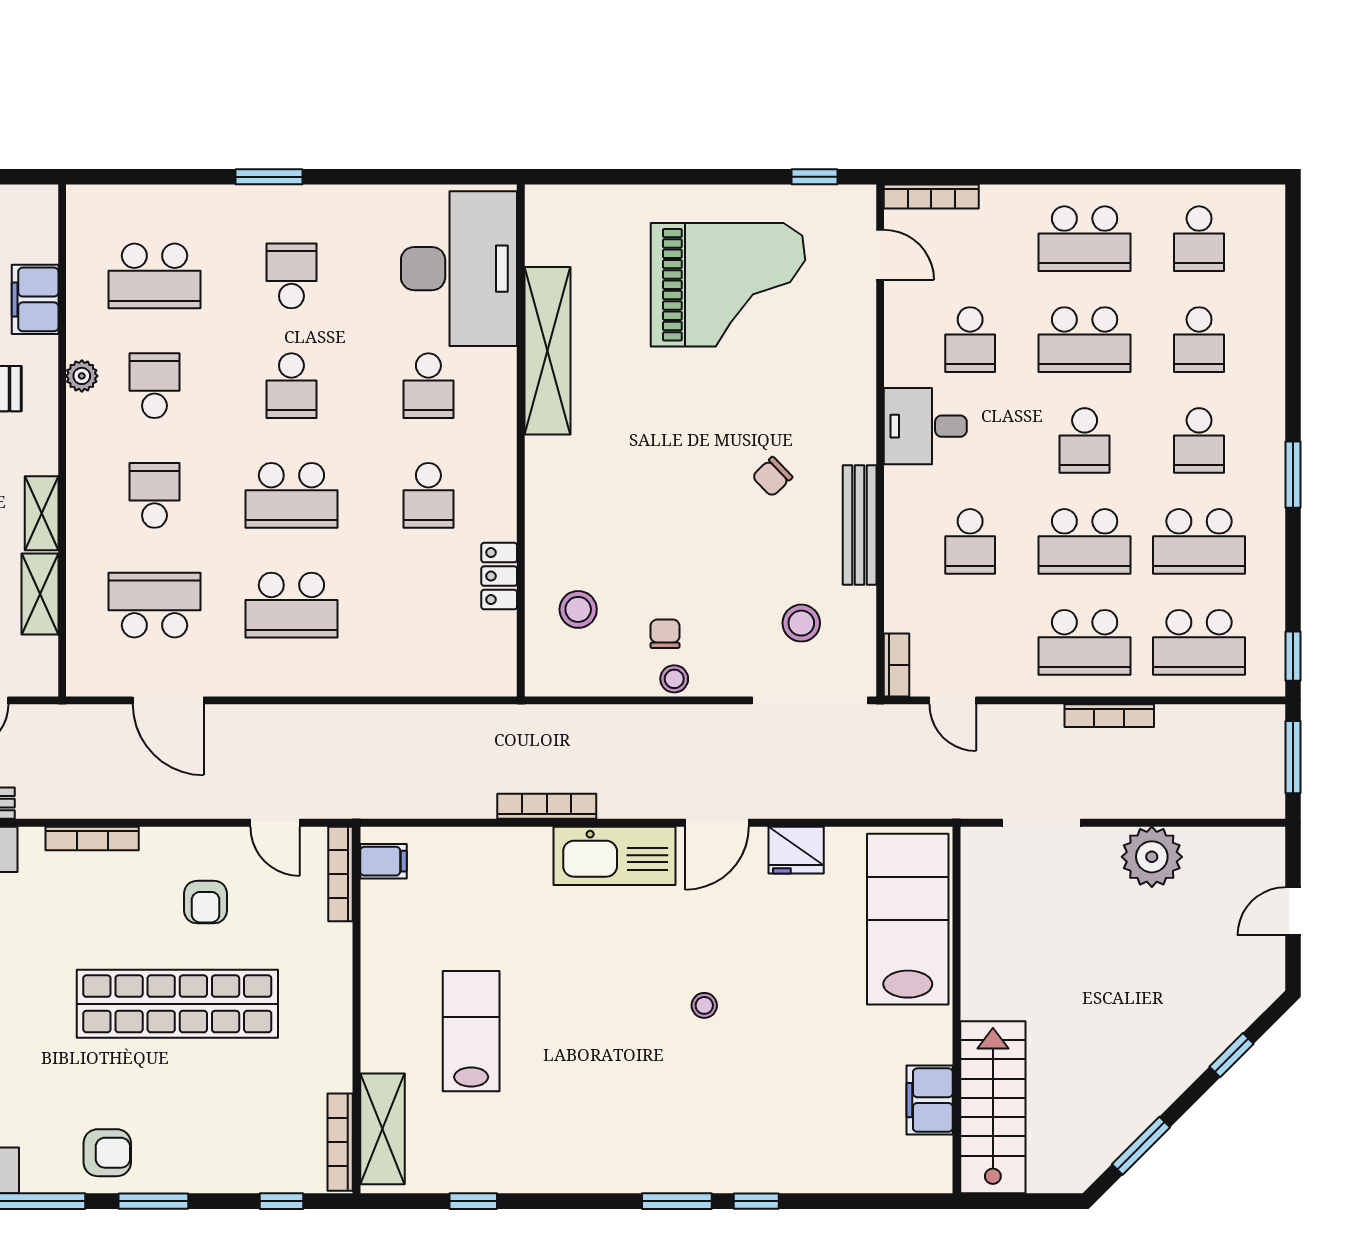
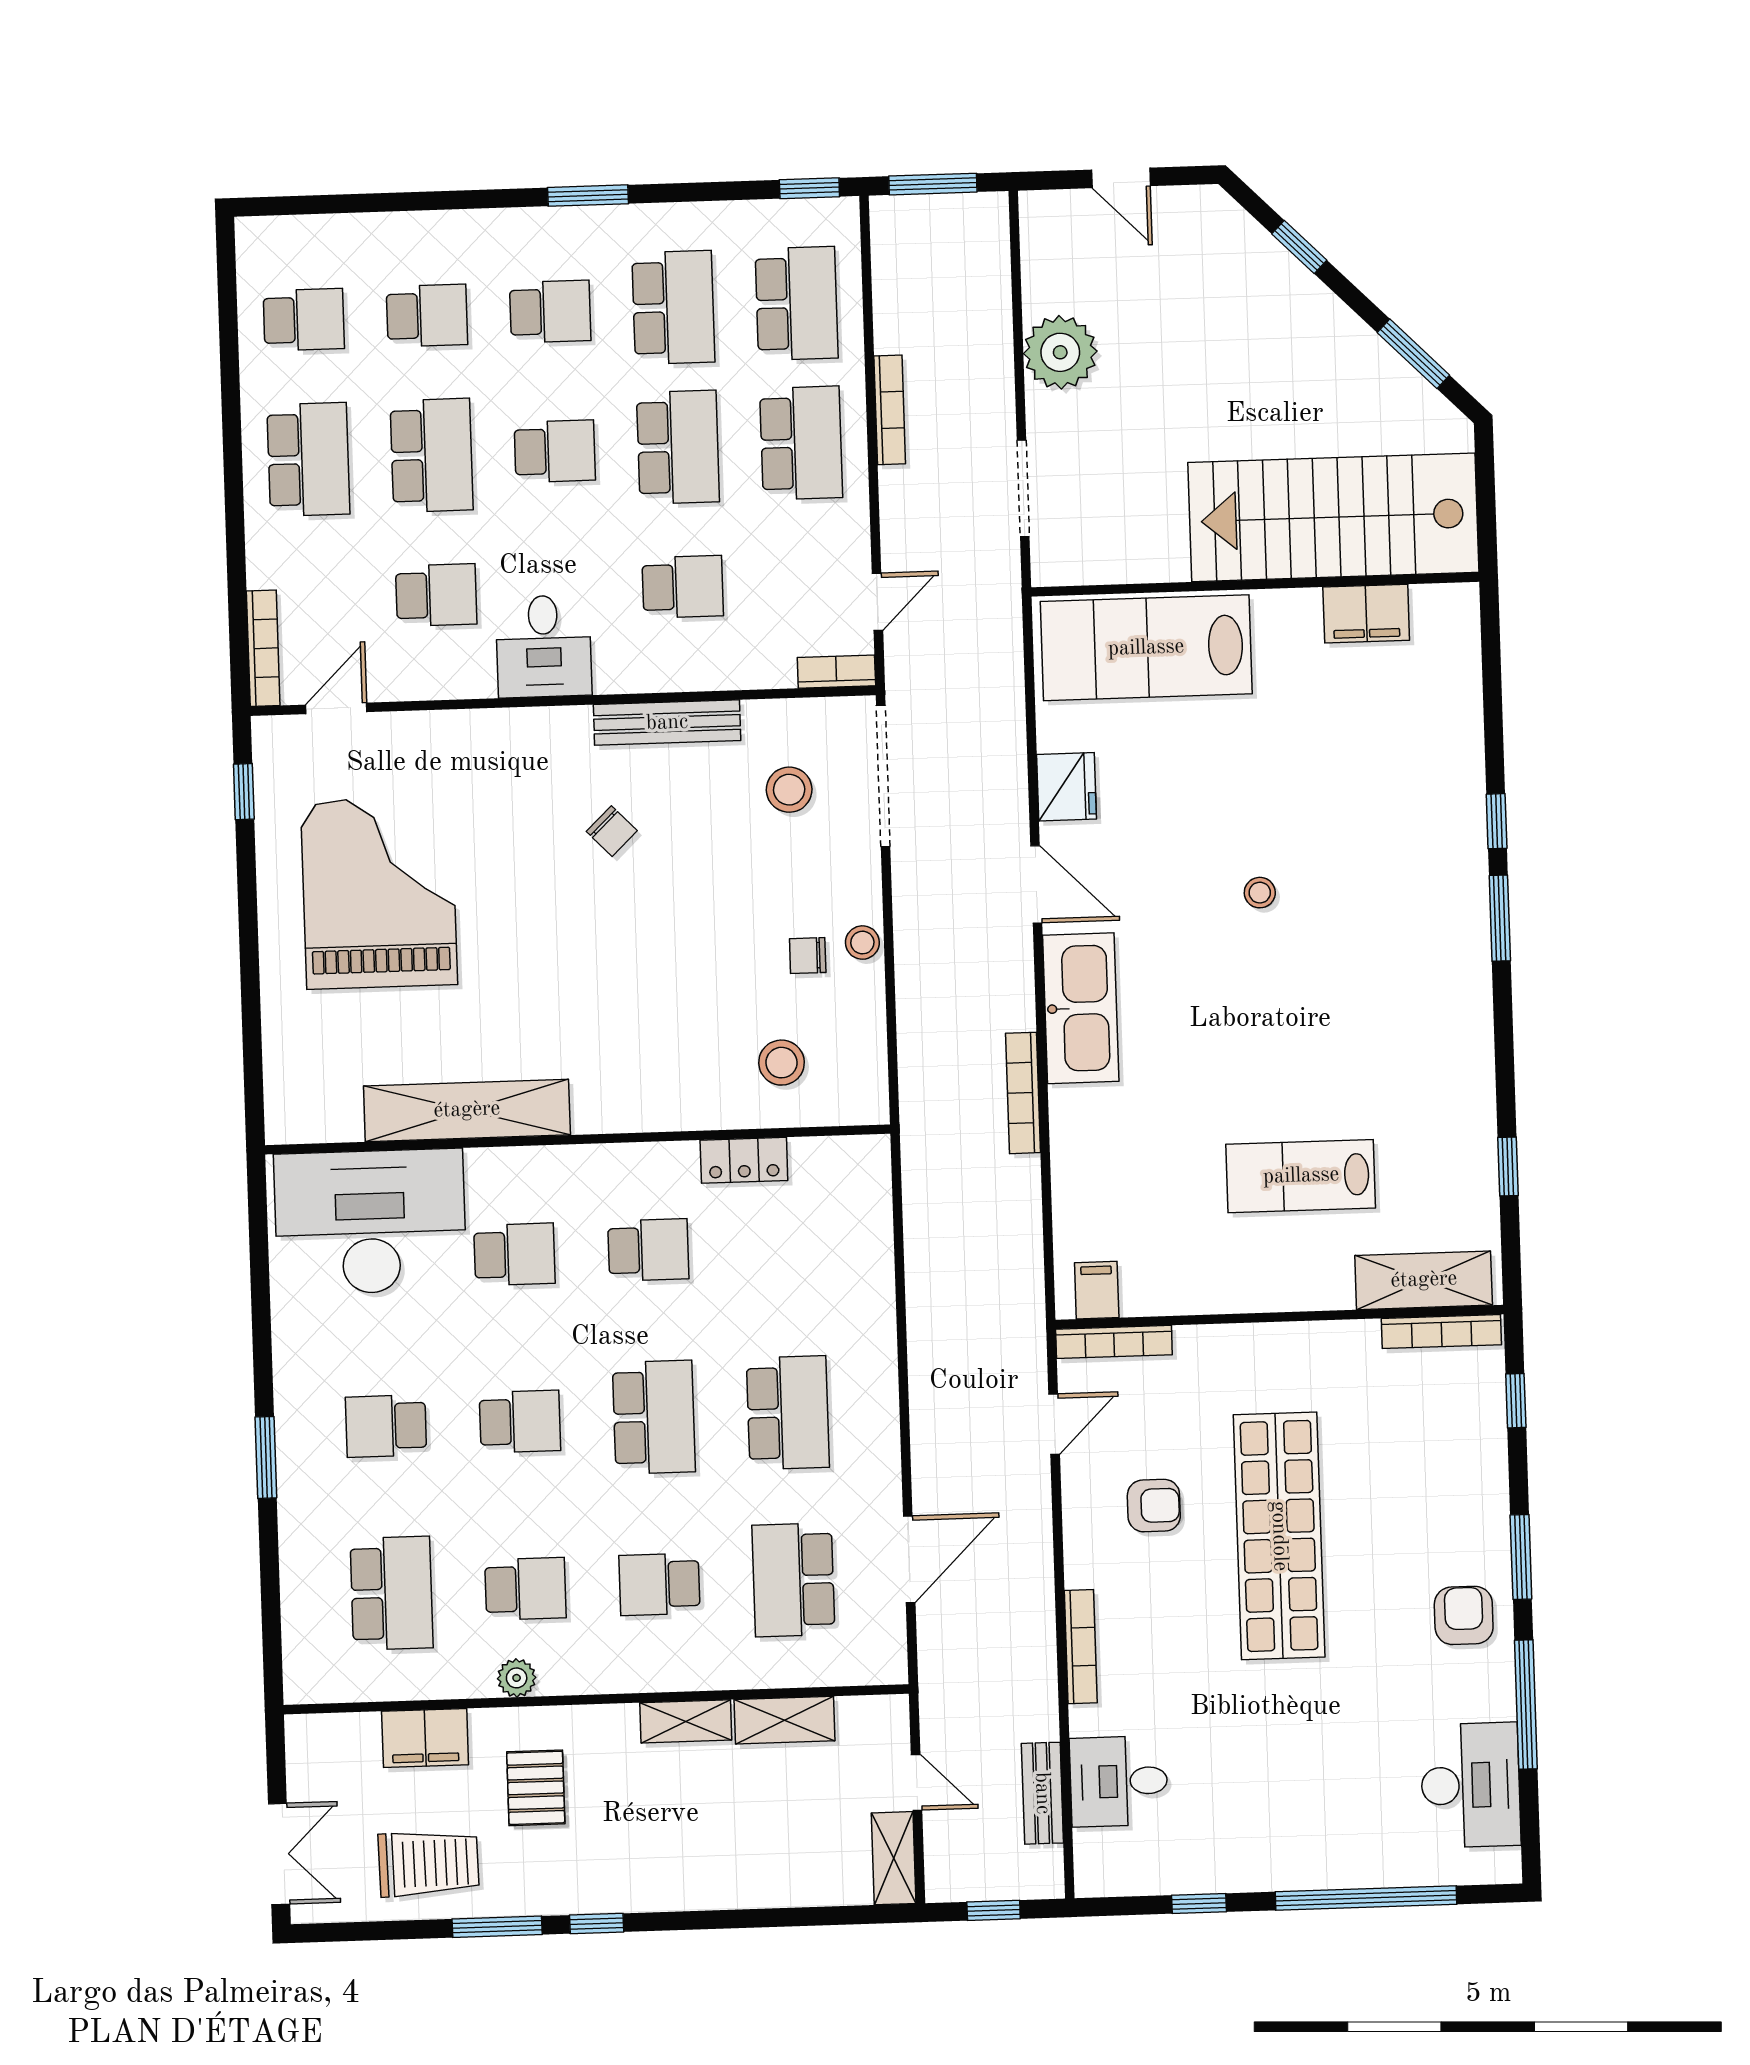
school desk: (154, 386) -> (525, 1589), turned 180
stairs: (993, 1107) -> (1333, 517), width x1.36, depth x1.51

